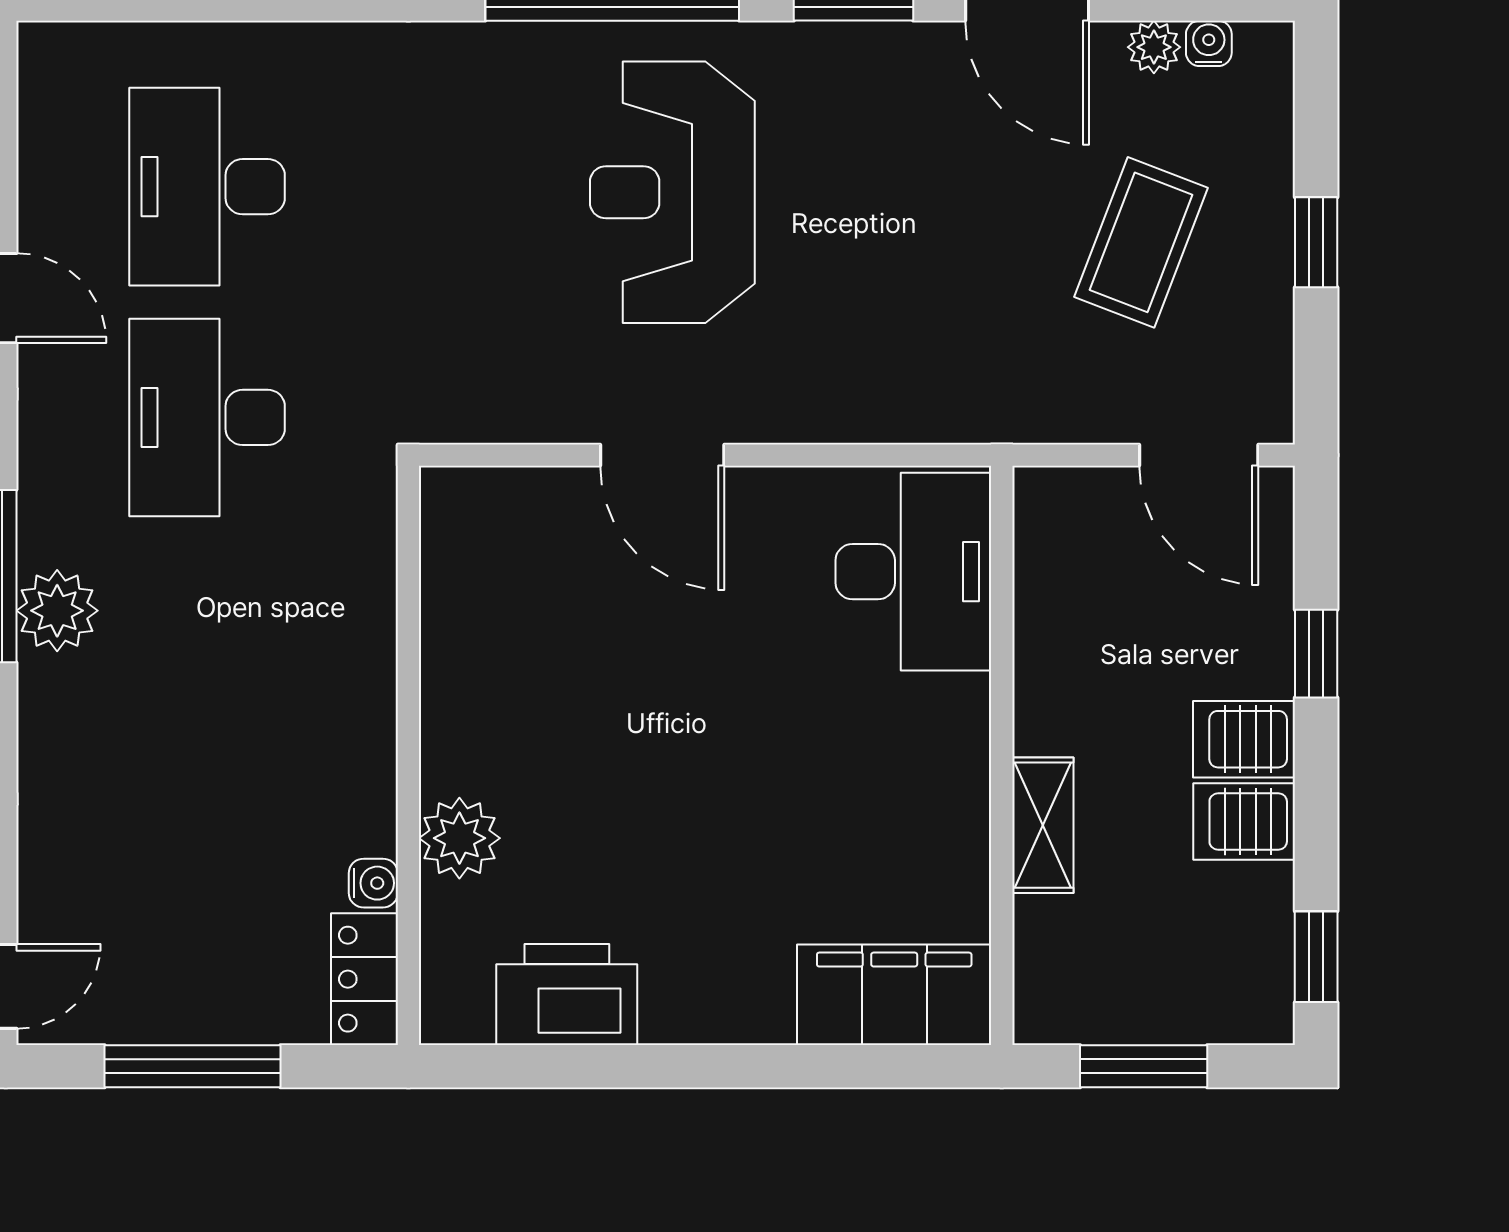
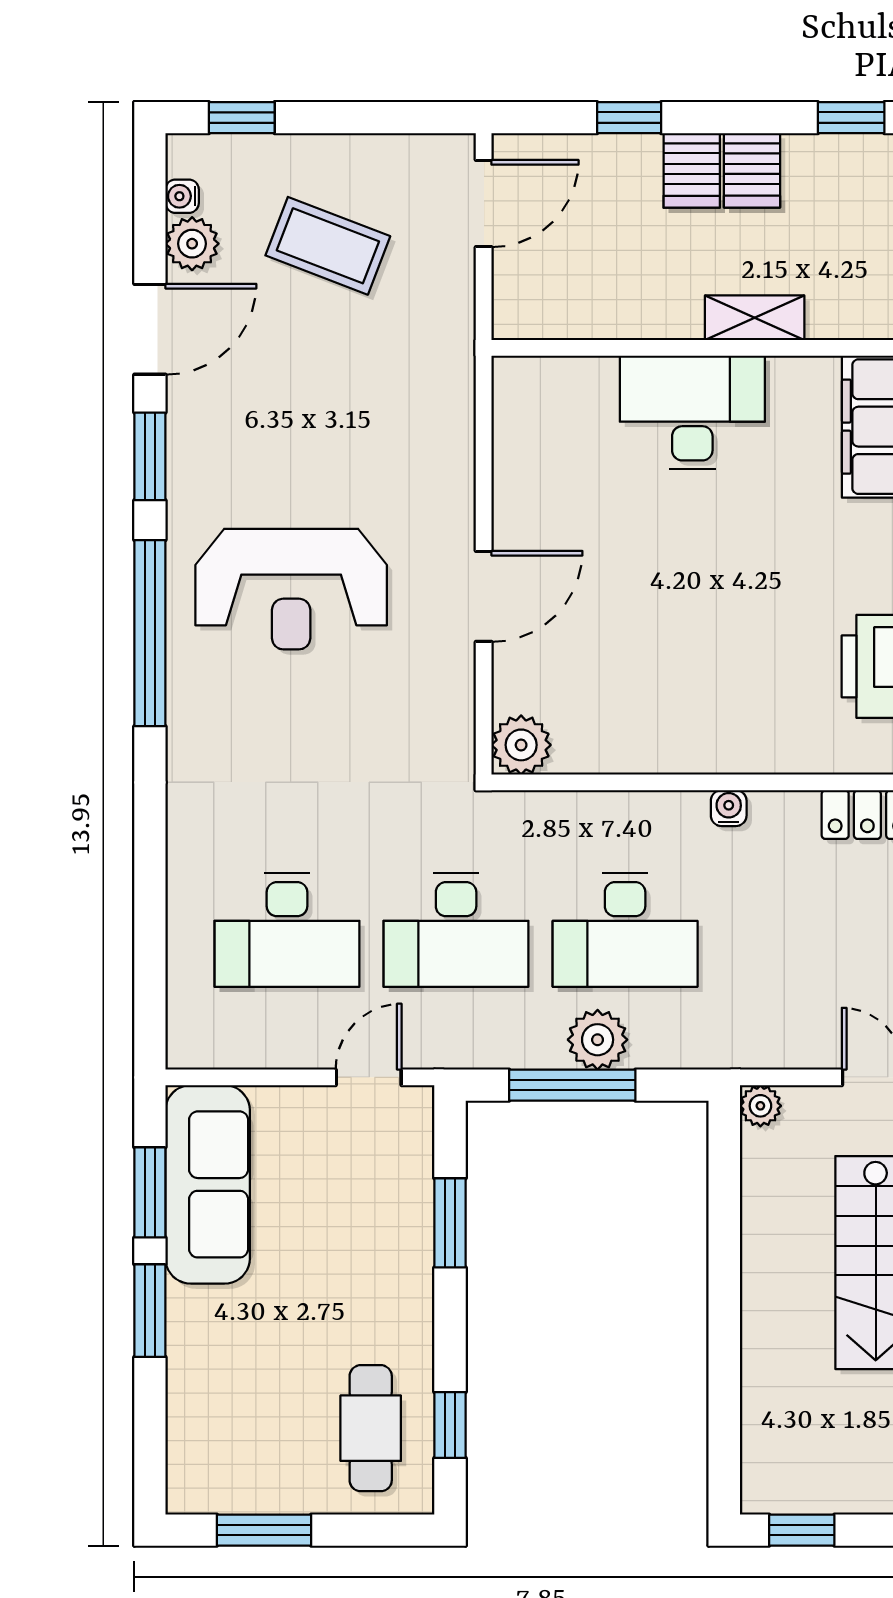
plant: (1154, 47) -> (192, 244), width x1.38, depth x1.38
window: (1316, 242) -> (242, 118), moved
desk: (913, 572) -> (692, 413), moved
desk: (207, 648) -> (625, 930), added
plant: (459, 838) -> (521, 745), moved
water cooler: (373, 883) -> (729, 808), moved

